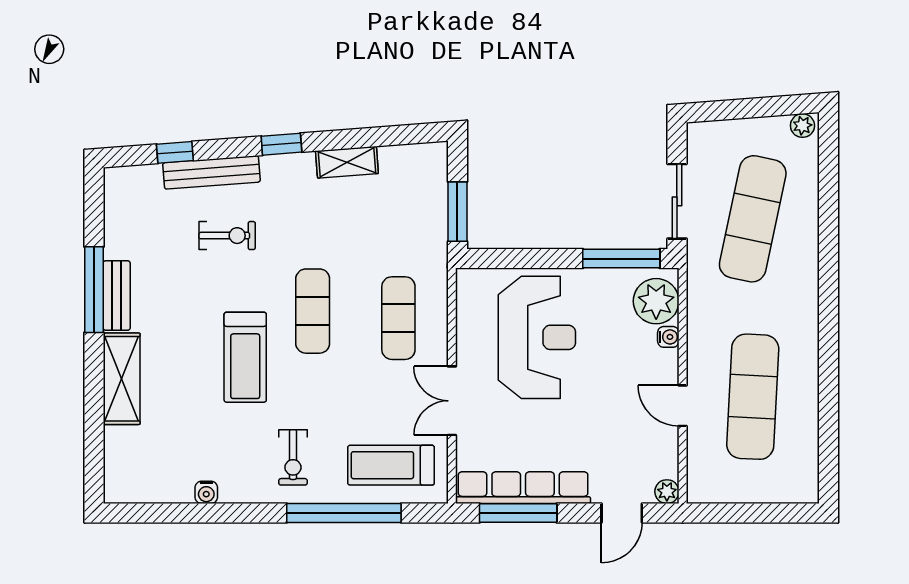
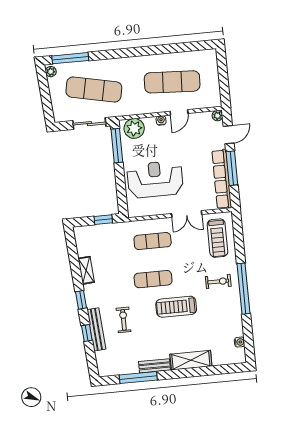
window: (175, 152) -> (87, 333), moved
window: (829, 173) -> (70, 58), added
window: (457, 212) -> (103, 220), width x0.67
window: (94, 290) -> (138, 377), moved
water cooler: (668, 337) -> (161, 120), moved
treadmill: (245, 357) -> (176, 307), turned 180
water cooler: (206, 492) -> (240, 342), moved
window: (344, 513) -> (244, 289), moved
window: (518, 513) -> (232, 168), moved
door: (622, 513) -> (229, 135), hinge flipped

